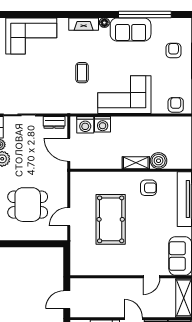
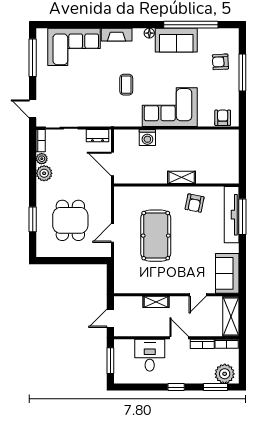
fireplace: (84, 24) -> (117, 35), moved
armchair: (174, 51) -> (220, 62), turned -93
washing machine: (85, 125) -> (130, 138), removed
boiler: (159, 161) -> (205, 175), removed
armchair: (148, 188) -> (195, 203), turned 101
dining table: (28, 205) -> (70, 220), turned 90
shelving: (111, 284) -> (156, 302), added

